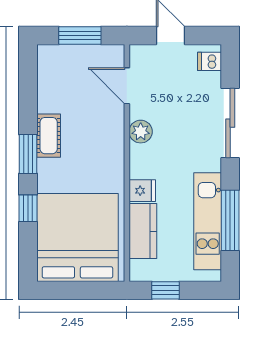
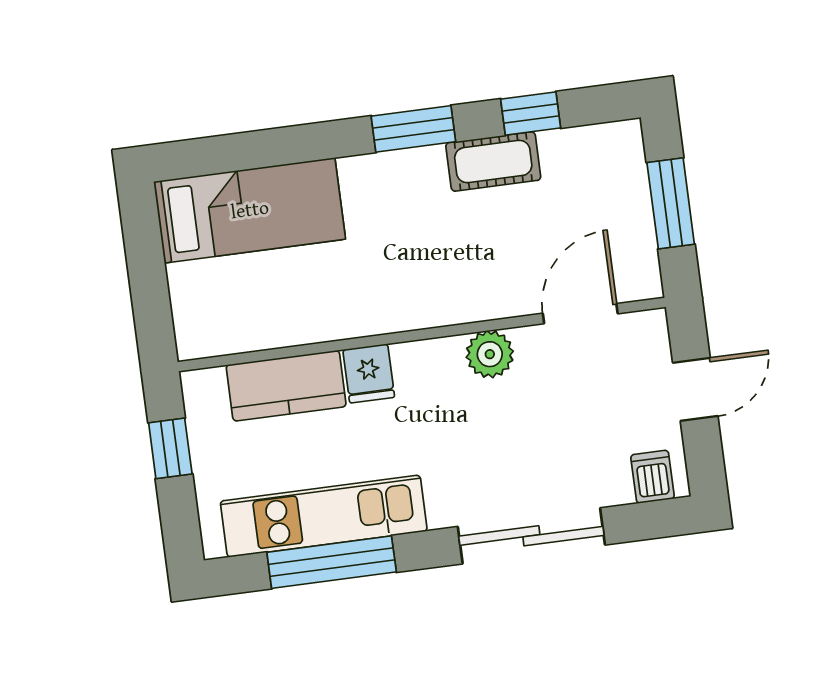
cot: (49, 136) -> (493, 162), moved
window: (28, 208) -> (531, 114), moved
bed: (77, 237) -> (250, 210), width x0.49

